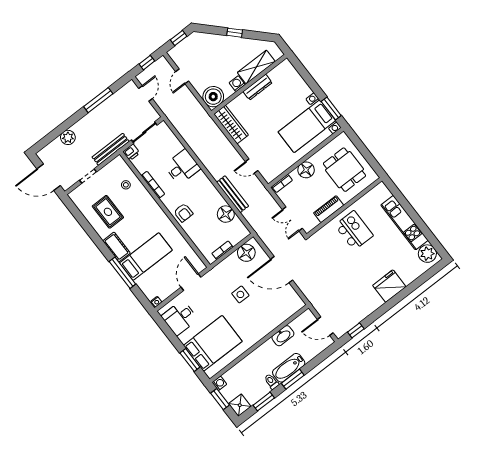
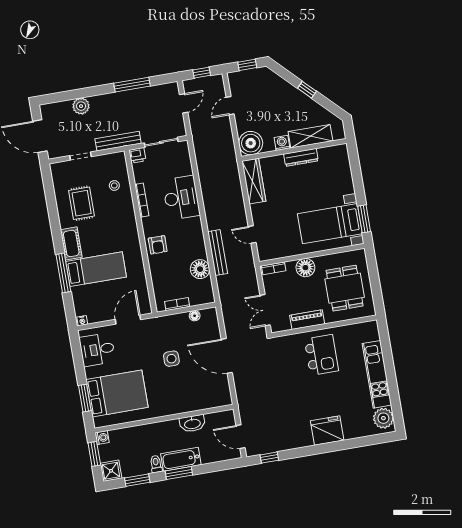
desk: (182, 167) -> (181, 198), width x1.37
floor lamp: (246, 253) -> (195, 316), width x0.53, depth x0.53

